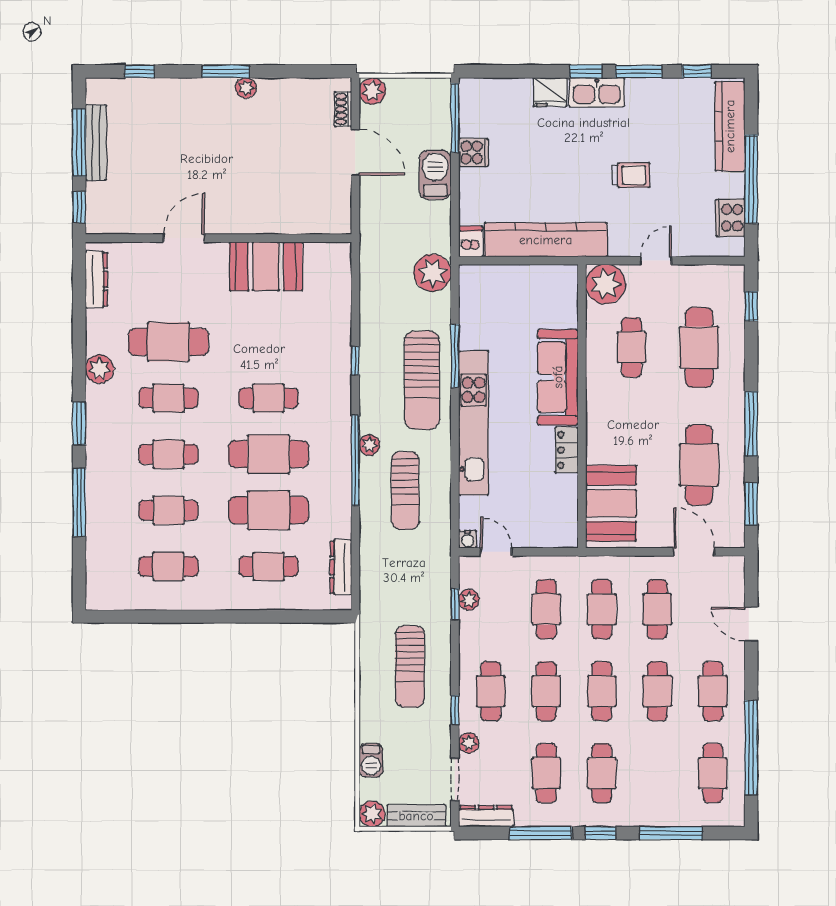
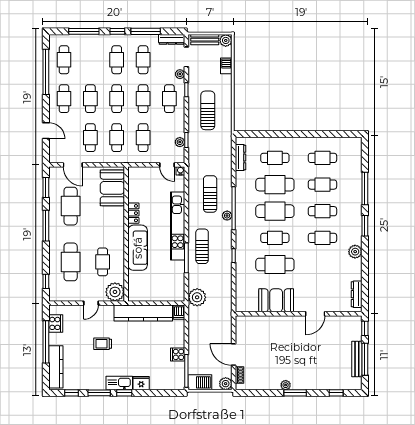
barbecue: (435, 175) -> (200, 382), moved, turned -90
cafe table: (168, 342) -> (275, 264), moved
sun lounger: (422, 380) -> (202, 246), width x0.73, depth x0.75

